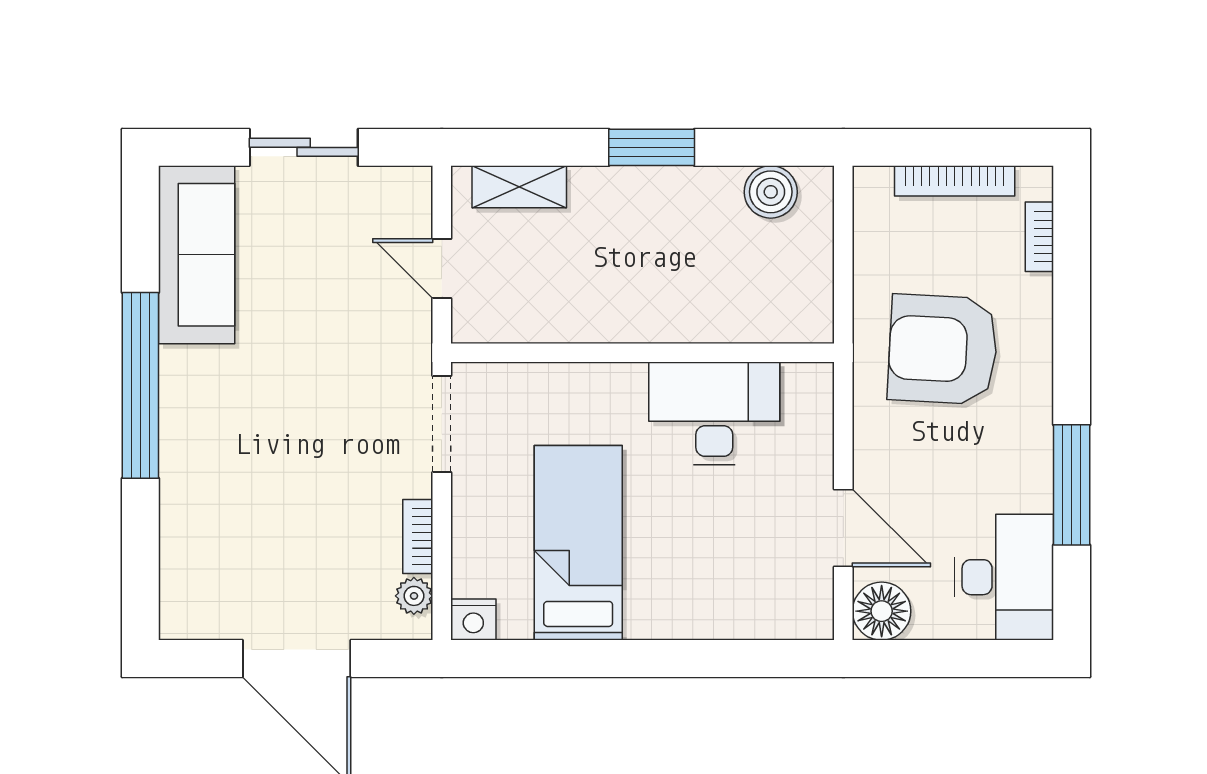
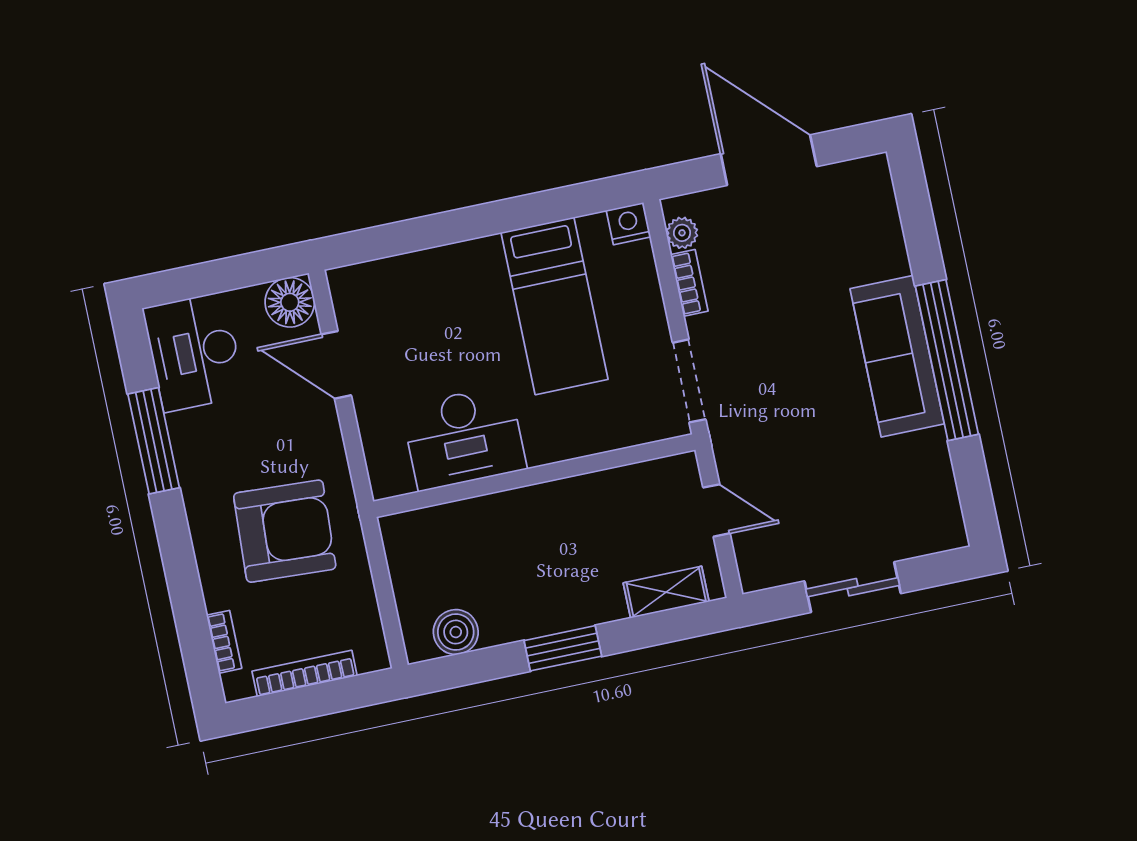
sofa: (197, 255) -> (897, 356), moved

